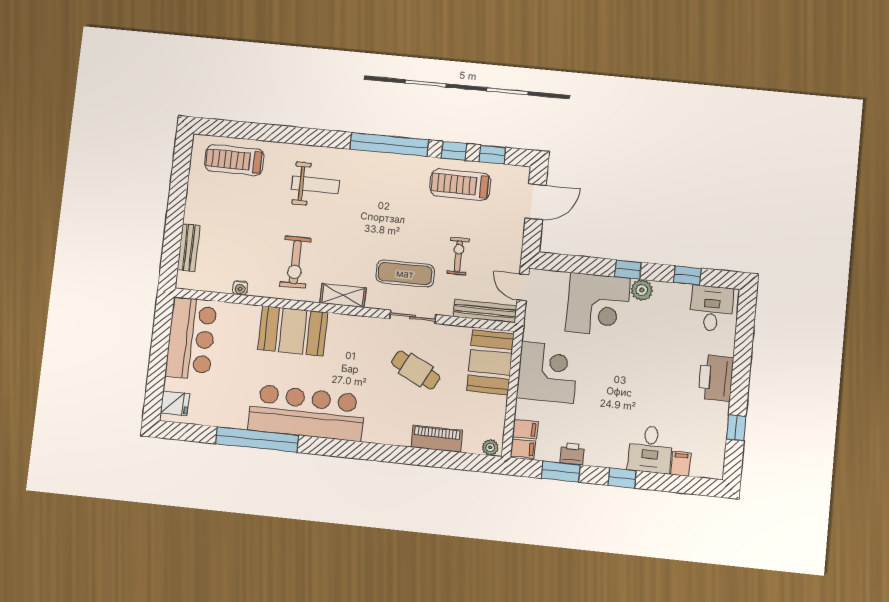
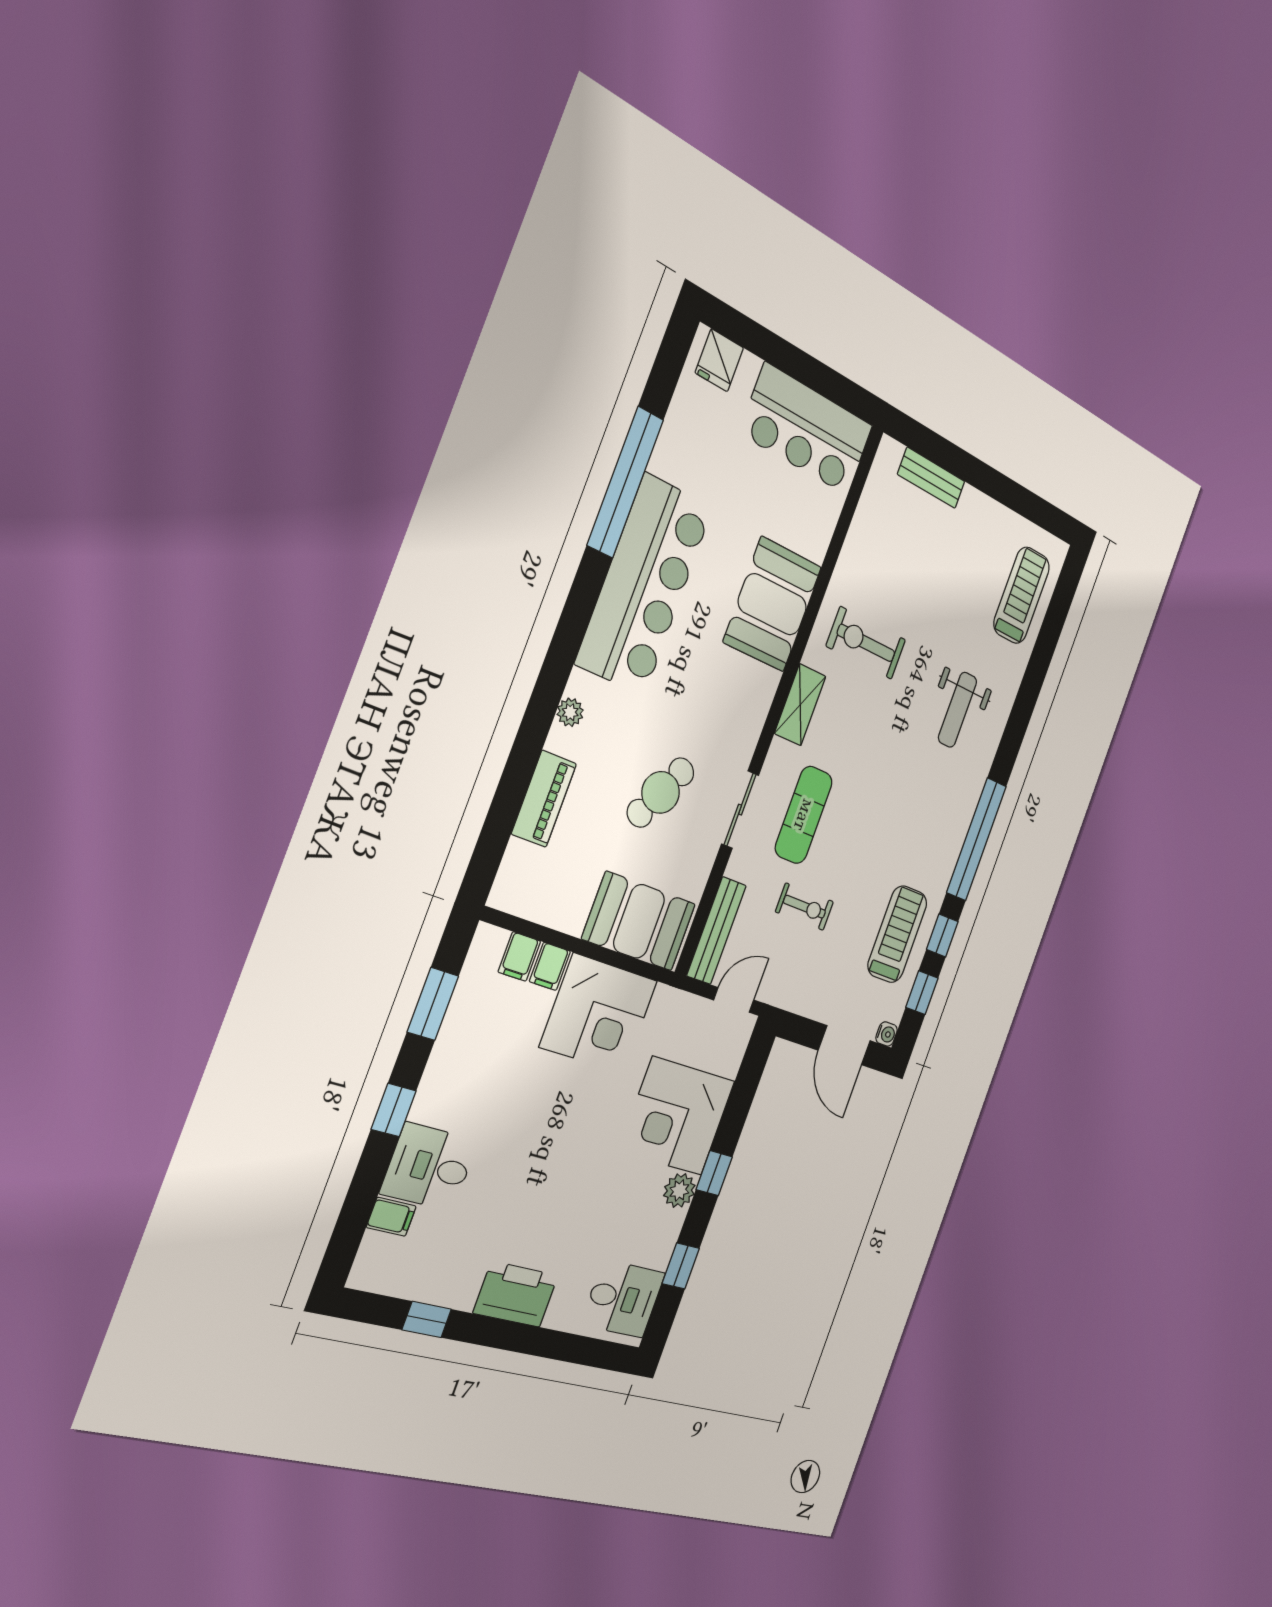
water cooler: (240, 288) -> (887, 1034), moved, turned 180
plant: (490, 447) -> (570, 712), moved
filing cabinet: (523, 449) -> (550, 966), moved
printer: (572, 454) -> (457, 1030), removed

